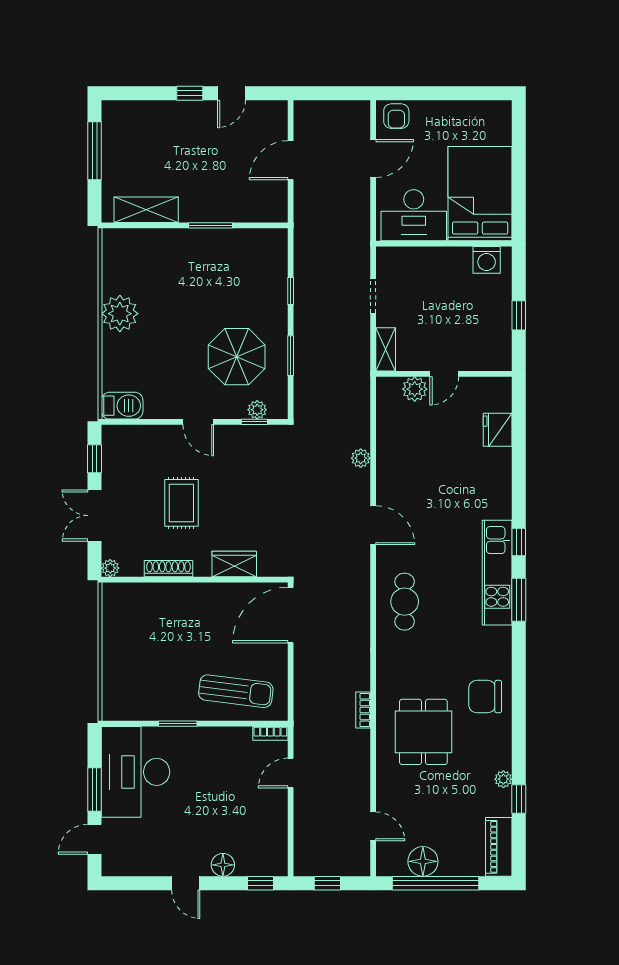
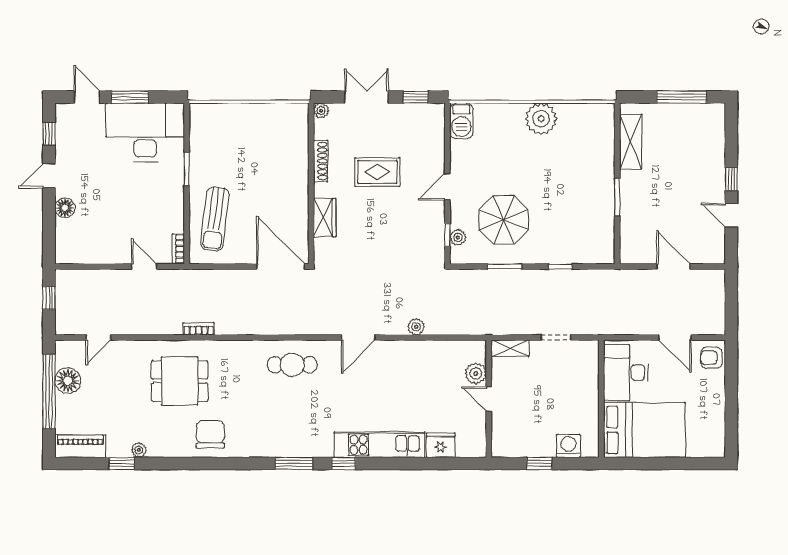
washing machine: (487, 260) -> (568, 446), moved, turned 90
kitchen unit: (497, 573) -> (379, 445), moved
window: (261, 883) -> (49, 134), moved

